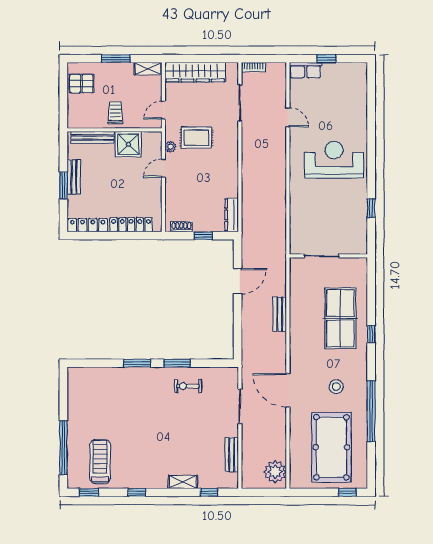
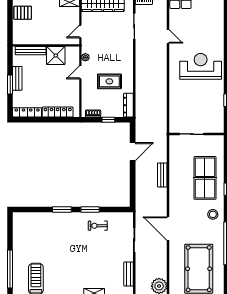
trolley: (115, 113) -> (47, 33), removed
rug: (196, 138) -> (109, 81), moved
stool: (336, 387) -> (213, 214), moved

